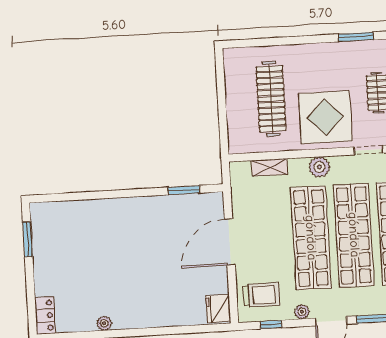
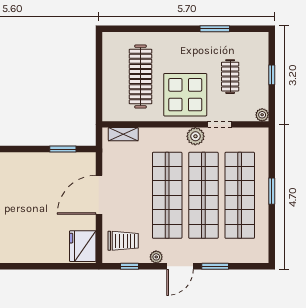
shelving: (270, 167) -> (123, 134), moved
plant: (319, 167) -> (195, 136), moved
fridge: (218, 309) -> (83, 246), width x1.36, depth x1.34

